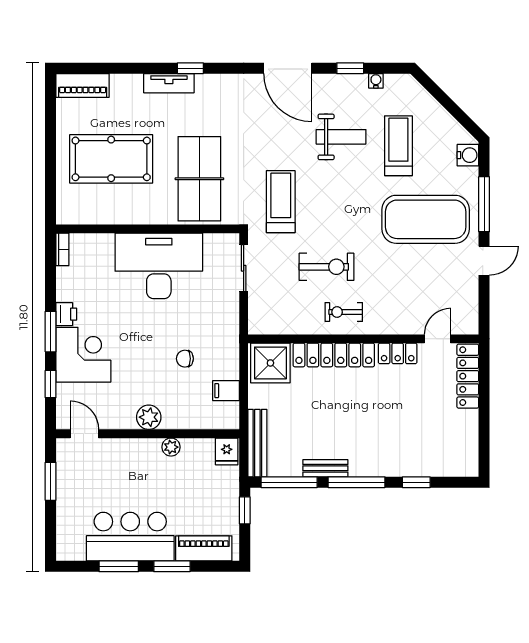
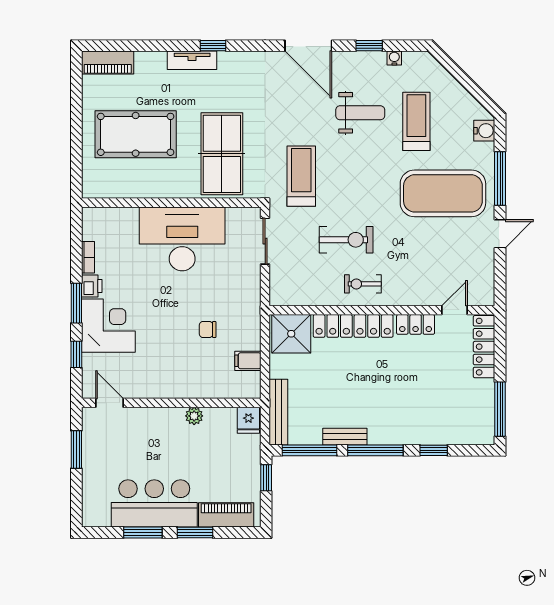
bookcase: (62, 249) -> (88, 257), moved
plant: (149, 417) -> (172, 387), removed
window: (484, 440) -> (500, 409), added

